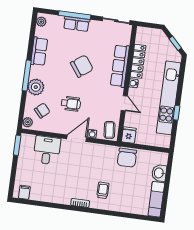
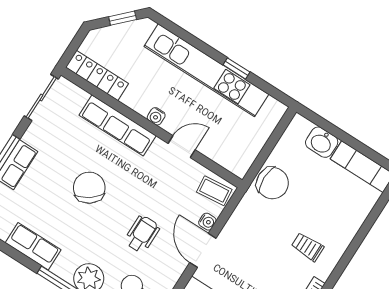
locker: (138, 61) -> (97, 75), moved
fridge: (129, 135) -> (237, 163), removed

